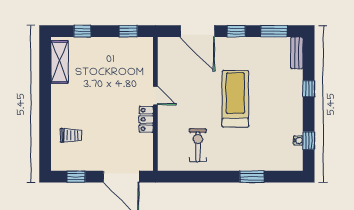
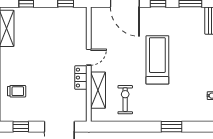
door: (155, 96) -> (89, 57), hinge flipped
shelving: (166, 134) -> (98, 90), added

